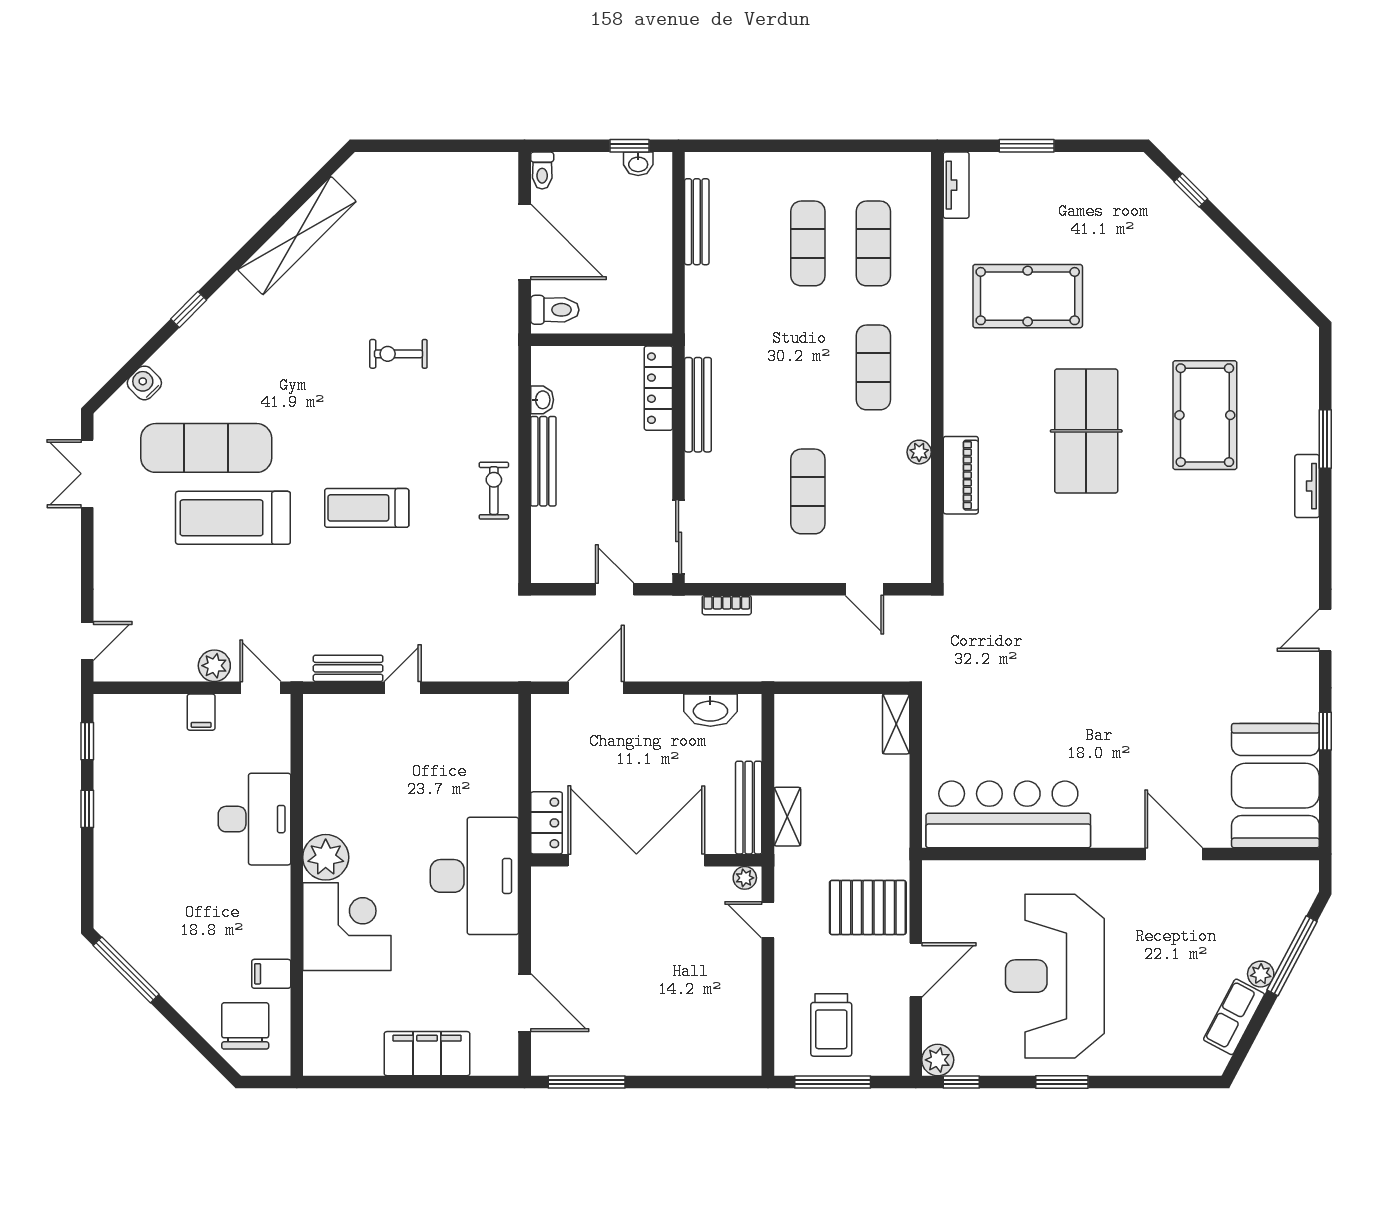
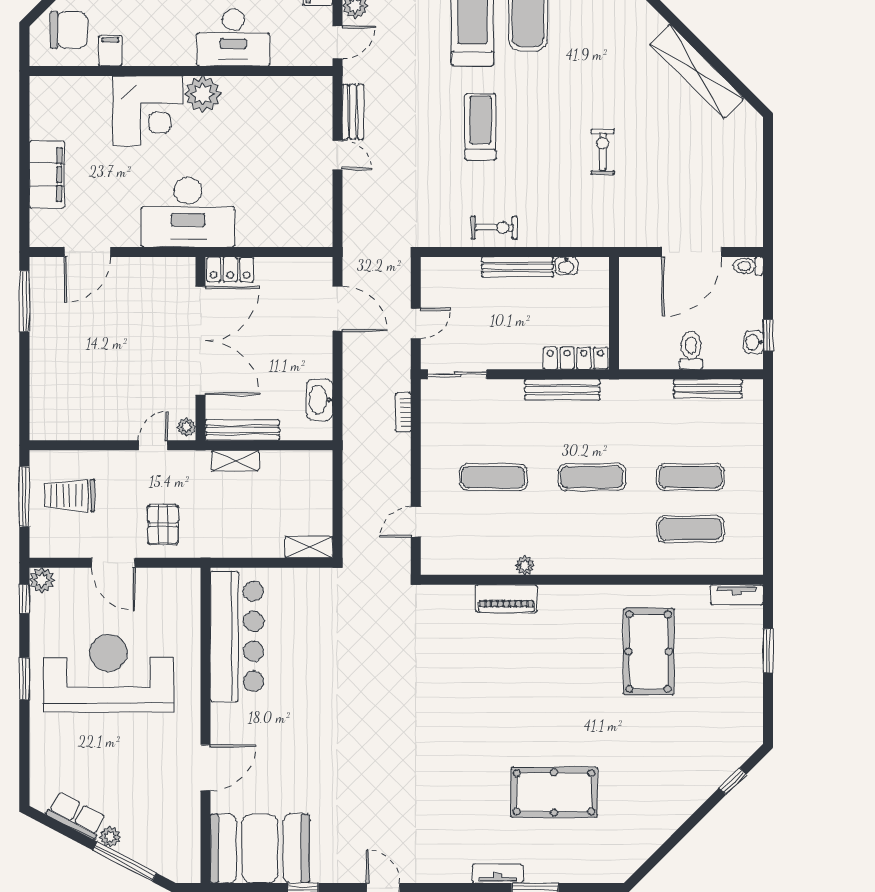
toilet: (555, 310) -> (691, 350), moved, turned 180
exercise mat: (873, 367) -> (592, 477), moved
table tennis table: (1086, 431) -> (541, 698), removed
pallet: (868, 907) -> (163, 525), width x0.67, depth x0.71

